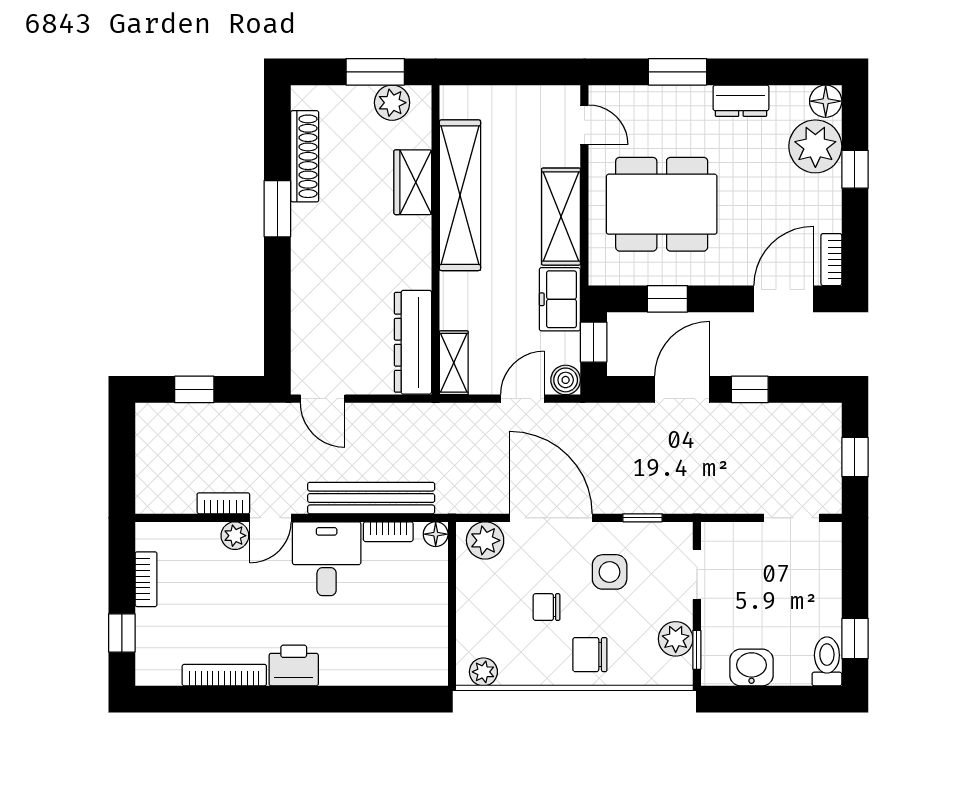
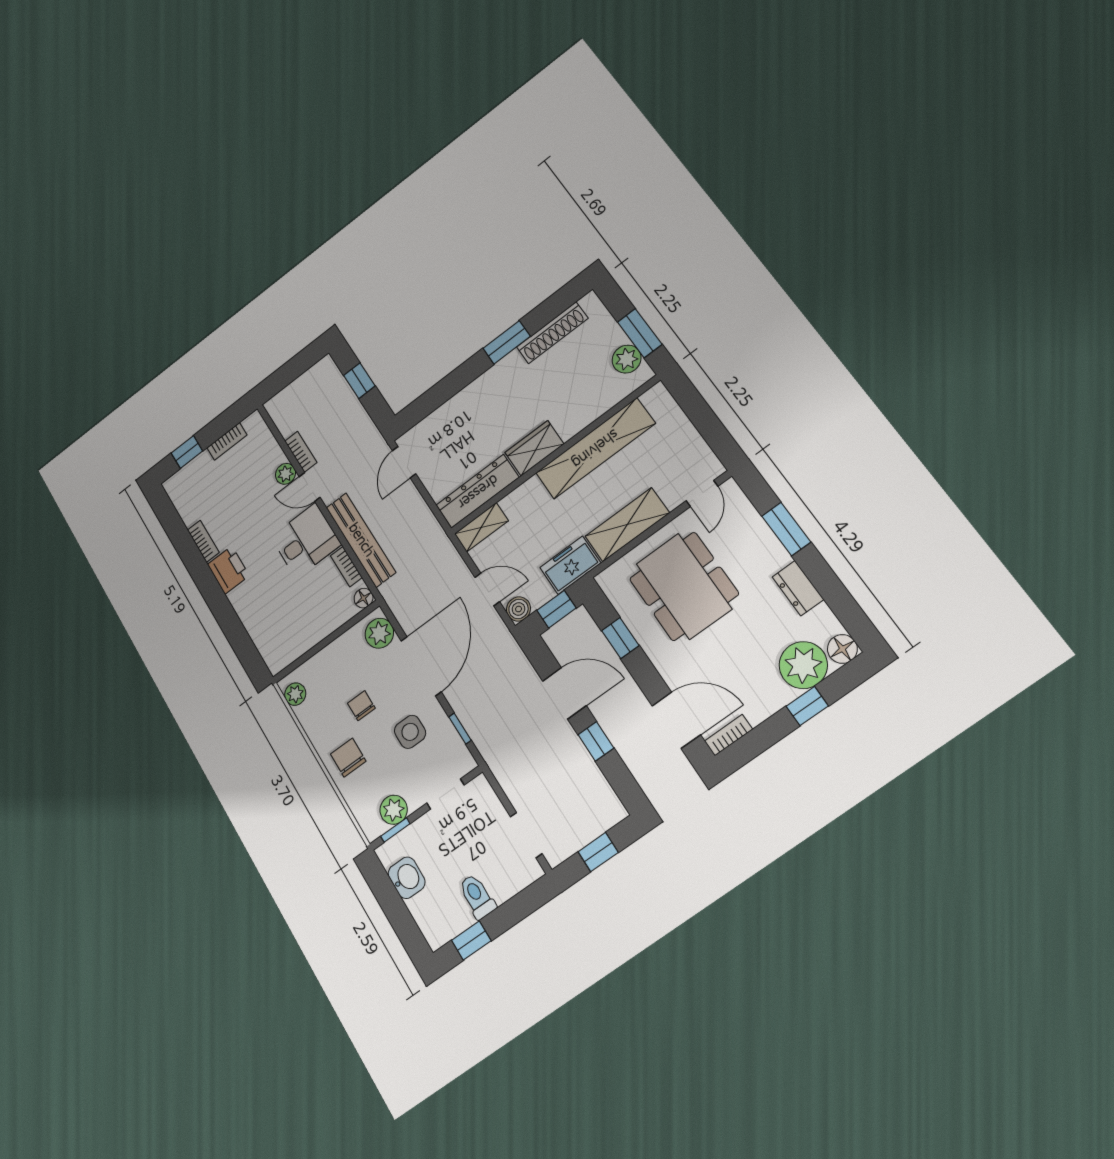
wardrobe: (413, 182) -> (534, 448), moved
toilet: (827, 661) -> (477, 897), moved, turned -90
bookcase: (224, 675) -> (203, 541), width x0.64

